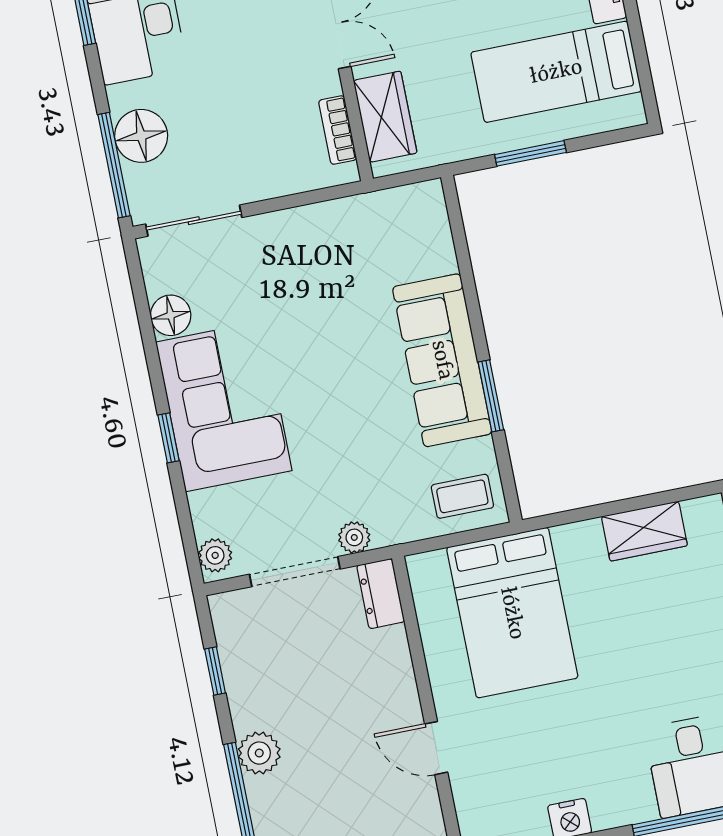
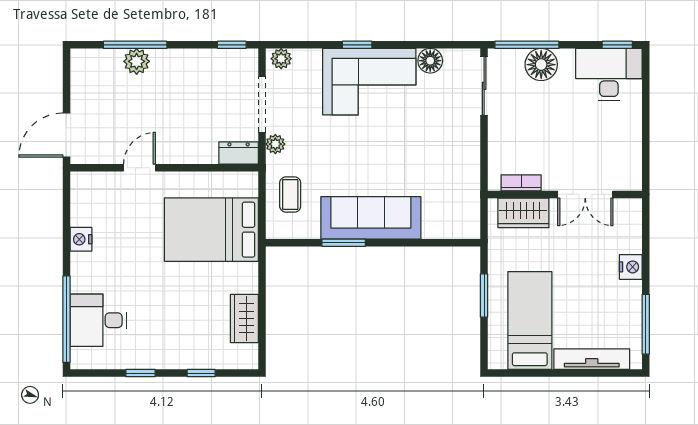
coffee table: (462, 496) -> (290, 194), moved
window: (215, 671) -> (232, 45), moved
plant: (259, 753) -> (137, 61), moved

